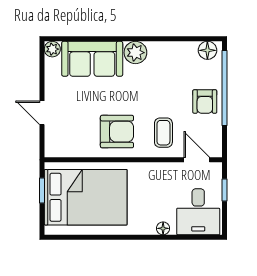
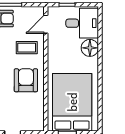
floor lamp: (163, 228) -> (90, 48), width x1.89, depth x1.89

